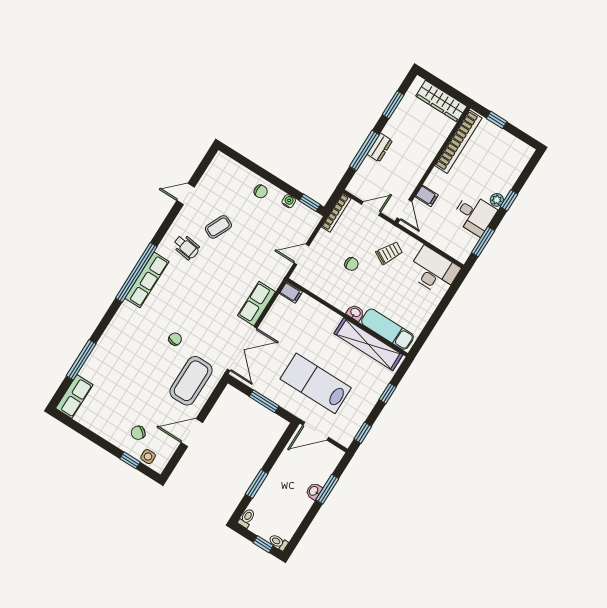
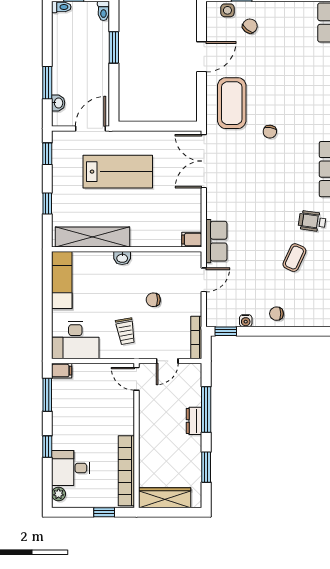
filing cabinet: (427, 196) -> (62, 371), moved, turned 180
plant: (497, 200) -> (59, 494), moved
desk: (474, 214) -> (71, 468), moved
trolley: (389, 253) -> (126, 331), turned -39
row of seats: (257, 304) -> (216, 241), moved
exam couch: (387, 329) -> (62, 280), moved, turned -90
window: (264, 401) -> (154, 126), removed
washbasin: (314, 491) -> (58, 103), moved

